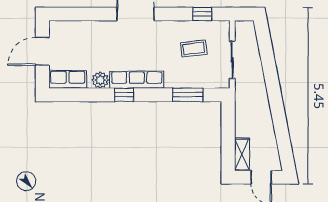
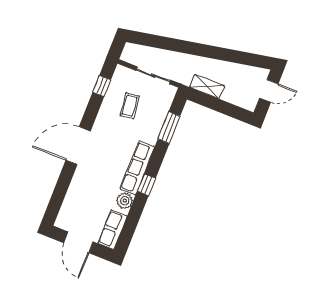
shelving: (242, 154) -> (207, 86), moved

